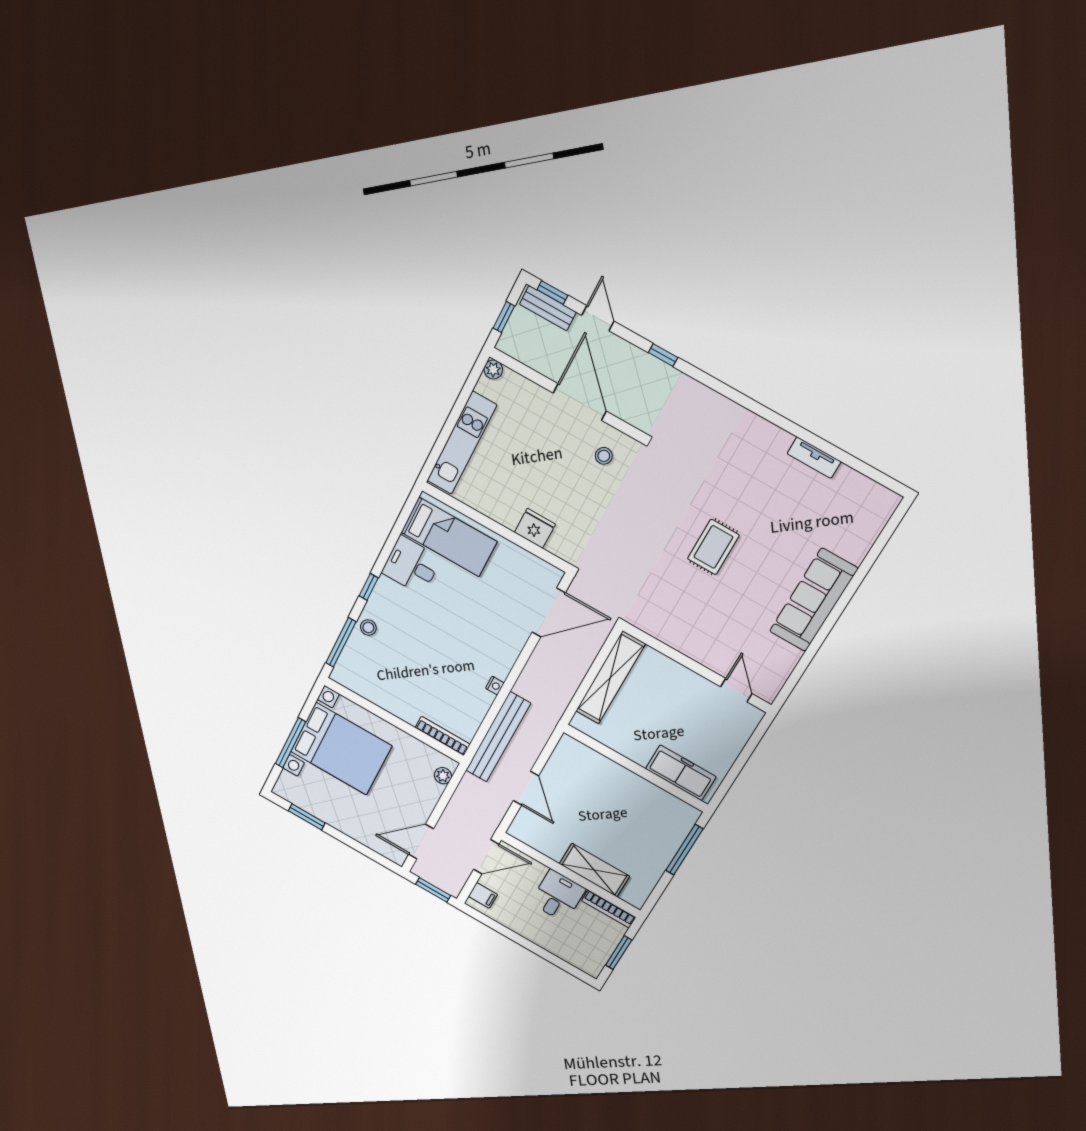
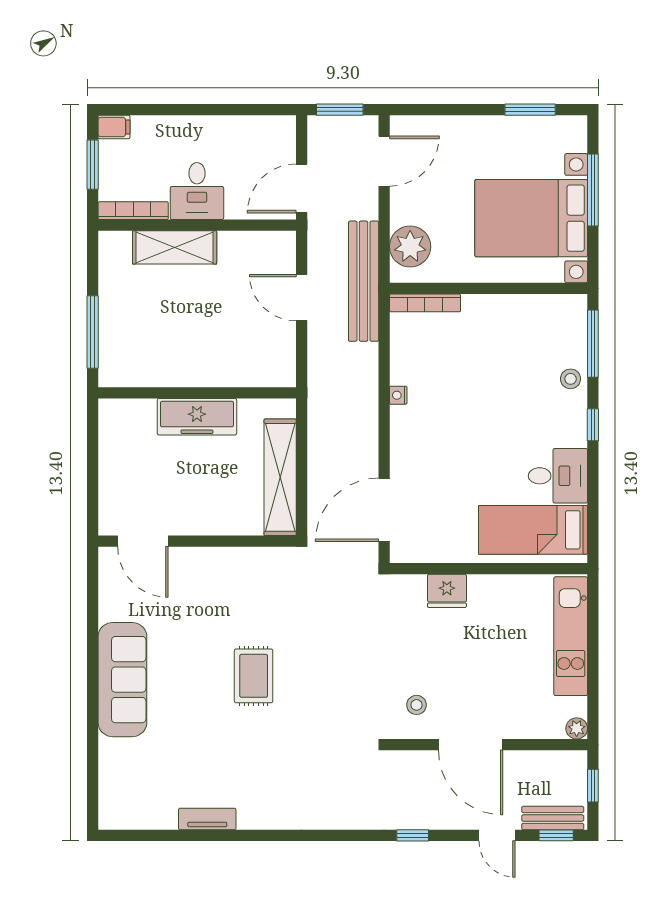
door: (736, 690) -> (143, 541), width x1.38
bench: (498, 737) -> (364, 281), moved
freezer: (681, 773) -> (197, 417), moved
plant: (443, 776) -> (410, 247), width x1.88, depth x1.88
filing cabinet: (483, 895) -> (114, 127), moved, turned 180

